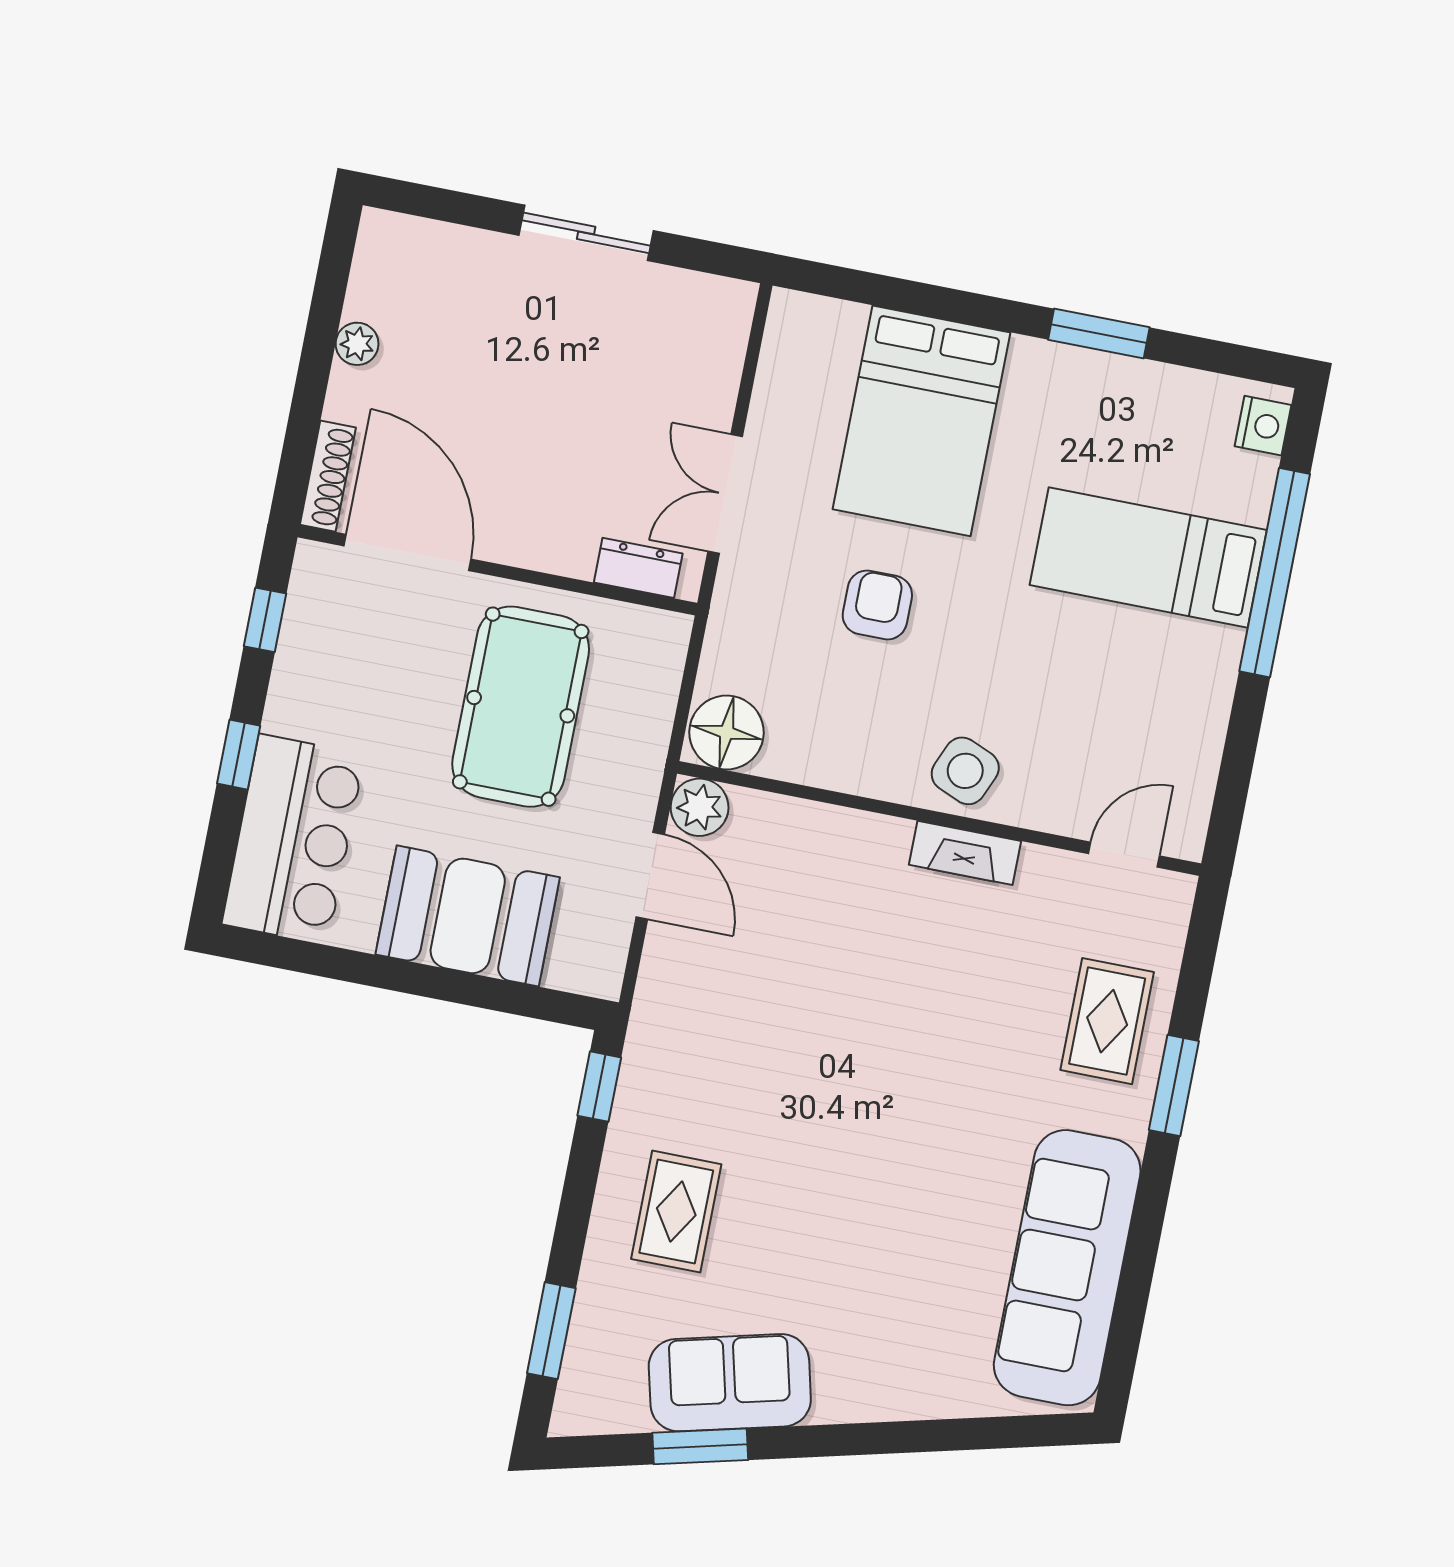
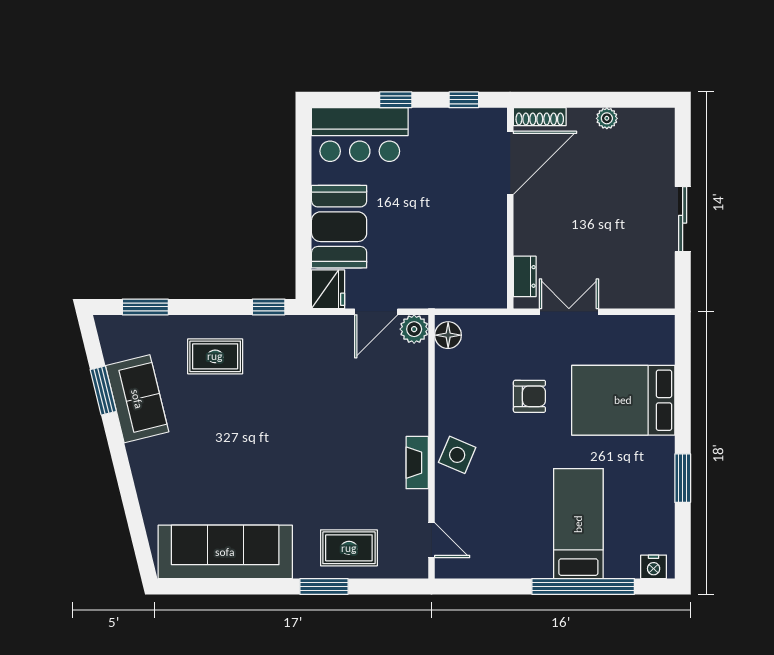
pool table: (521, 707) -> (446, 232), removed
floor lamp: (727, 732) -> (448, 335), width x0.73, depth x0.73
fridge: (587, 962) -> (328, 289), added

